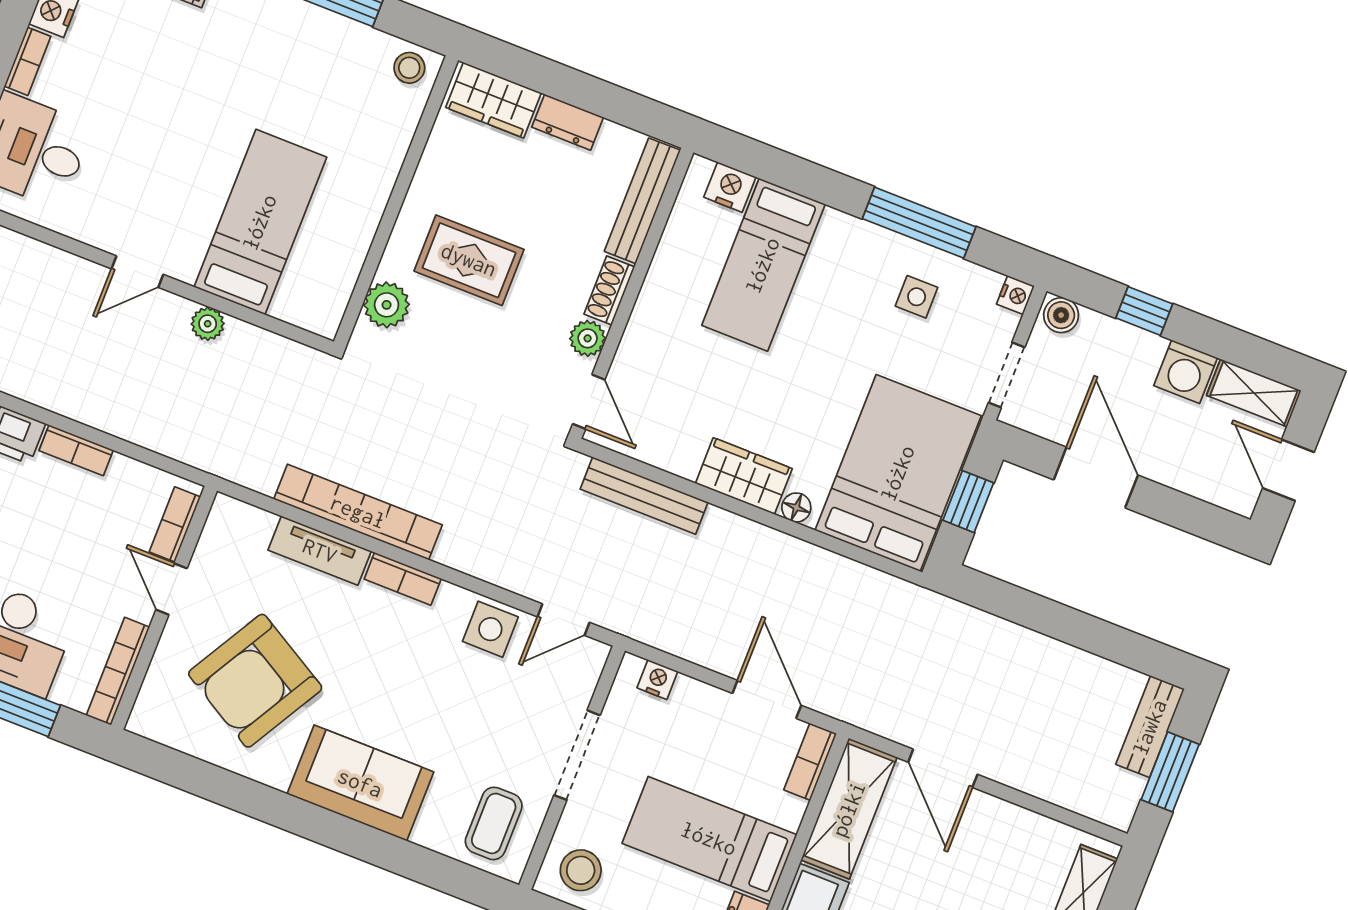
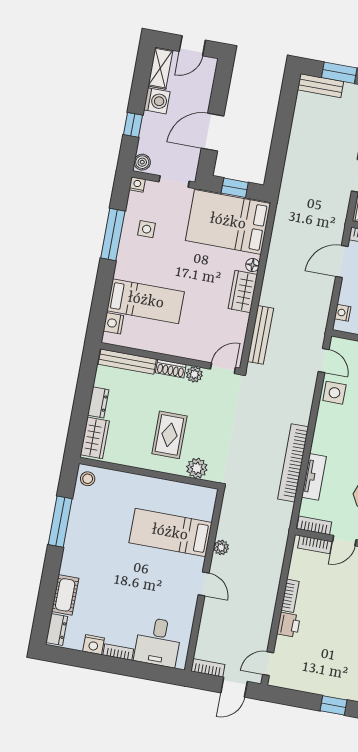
bookcase: (403, 579) -> (314, 525), moved, turned -90

